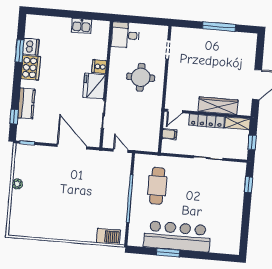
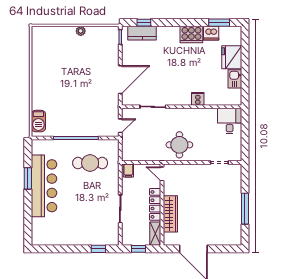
window: (20, 51) -> (219, 23), moved
round table: (141, 77) -> (179, 145), moved
fridge: (94, 86) -> (232, 57), moved, turned -90
kitchen counter: (26, 103) -> (142, 33), moved
filing cabinet: (169, 134) -> (128, 170), moved

